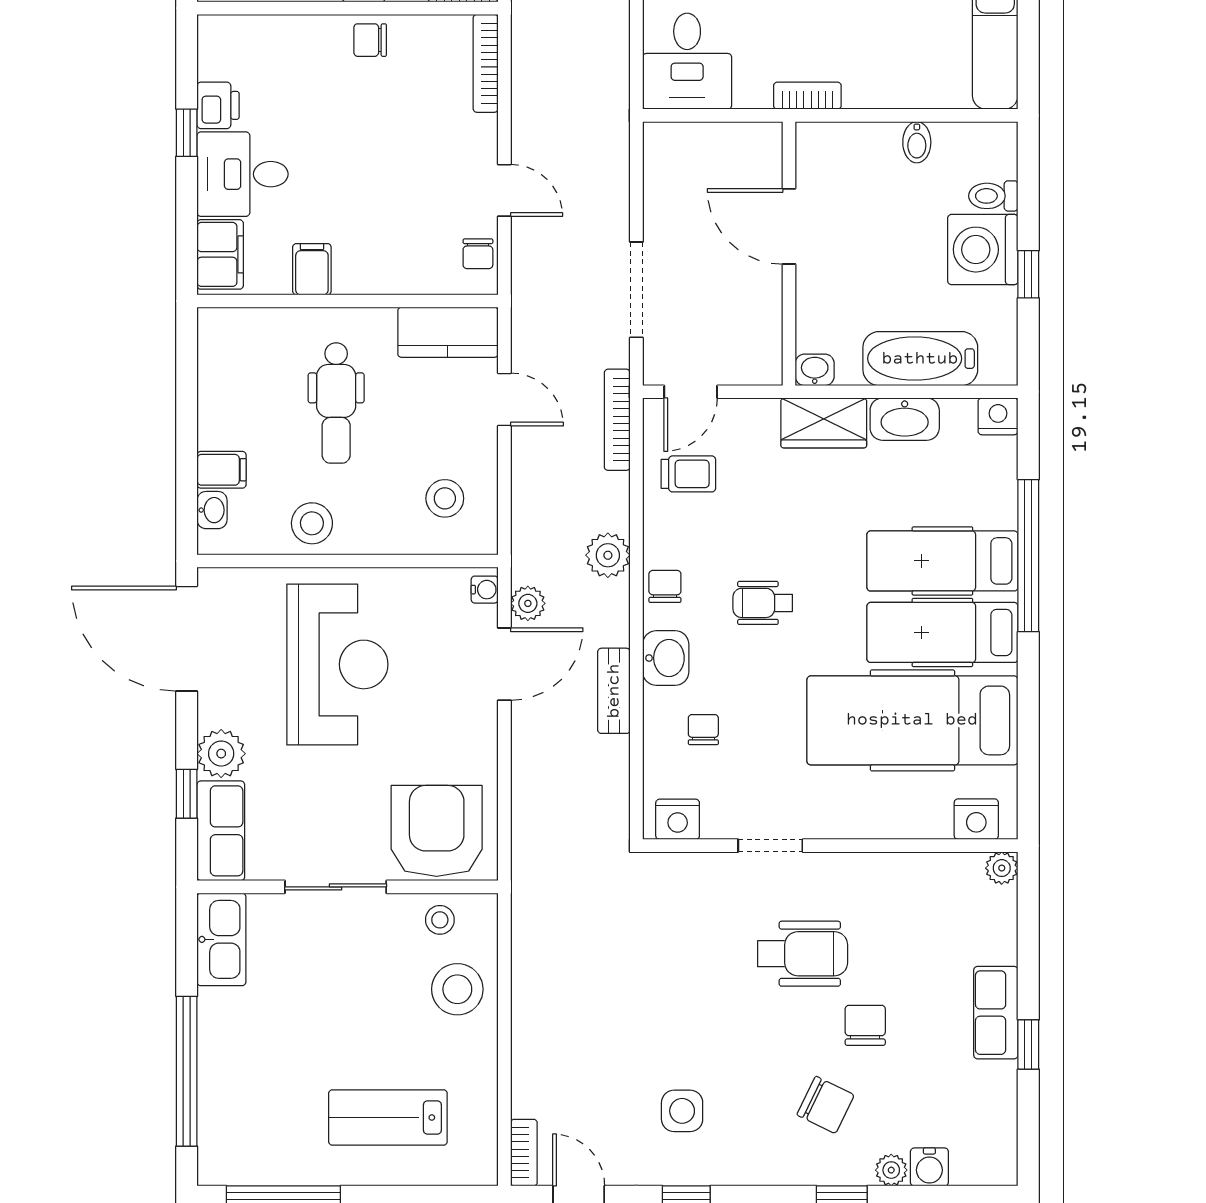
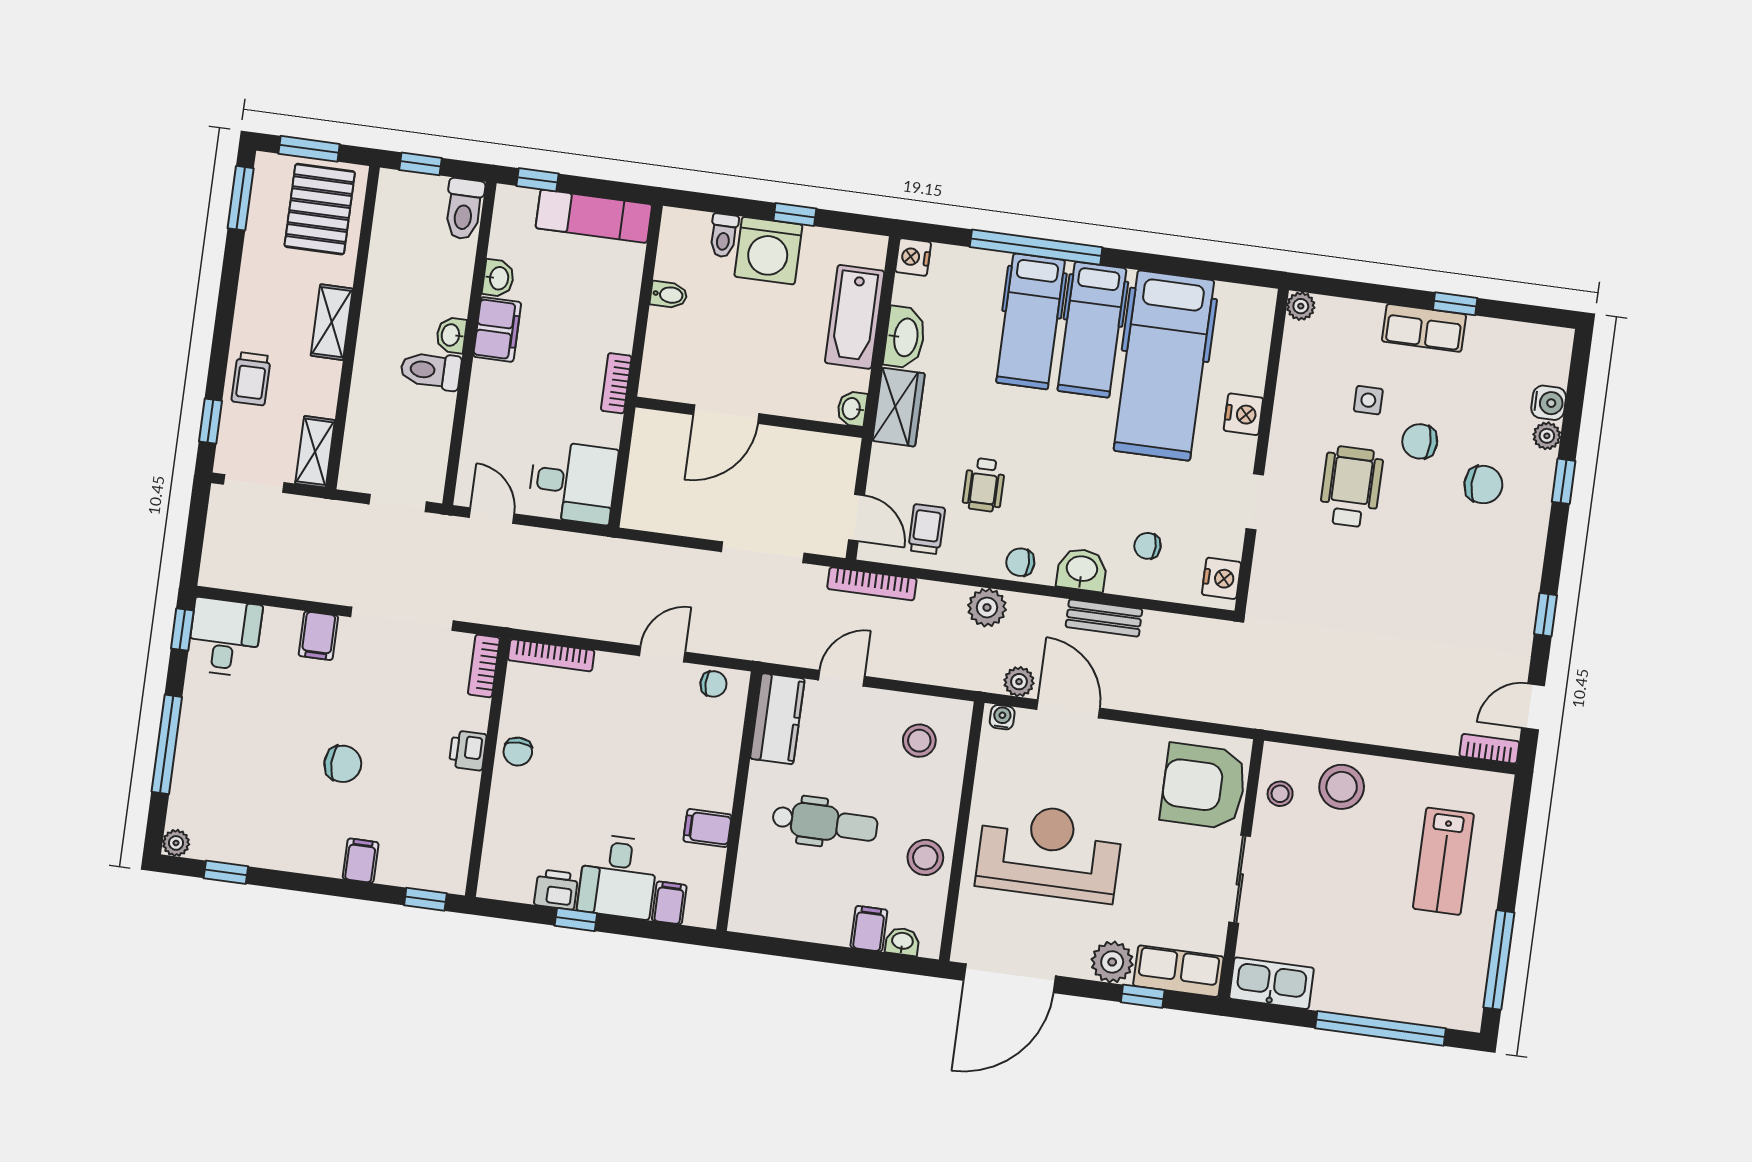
filing cabinet: (220, 254) -> (669, 903), width x0.50
wheelchair: (763, 603) -> (984, 485), moved
nightstand: (976, 819) -> (1243, 414), moved
chair: (826, 1105) -> (1483, 485), turned 64
side table: (682, 1111) -> (1368, 400), moved, width x0.73, depth x0.73

